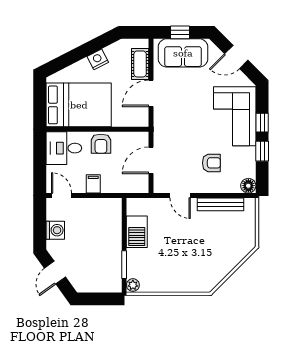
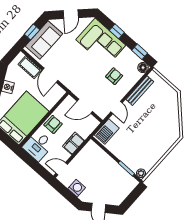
armchair: (101, 144) -> (53, 124), turned -90
window: (262, 151) -> (140, 52), moved
door: (151, 160) -> (85, 106), hinge flipped
filing cabinet: (93, 184) -> (73, 143), width x2.00
door: (180, 196) -> (117, 107), hinge flipped
barbecue: (137, 232) -> (107, 132), moved, turned 90

